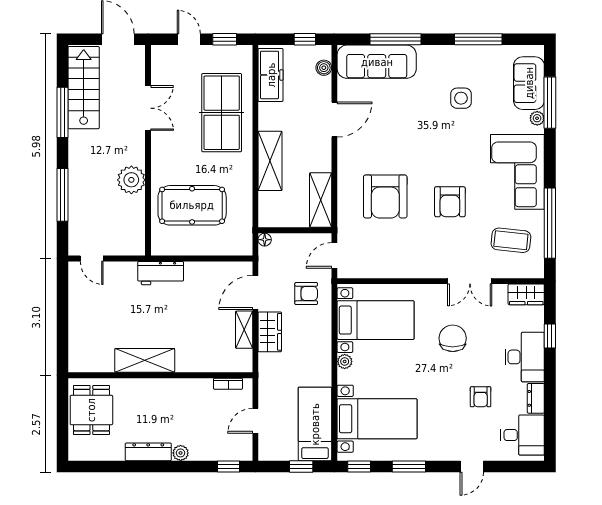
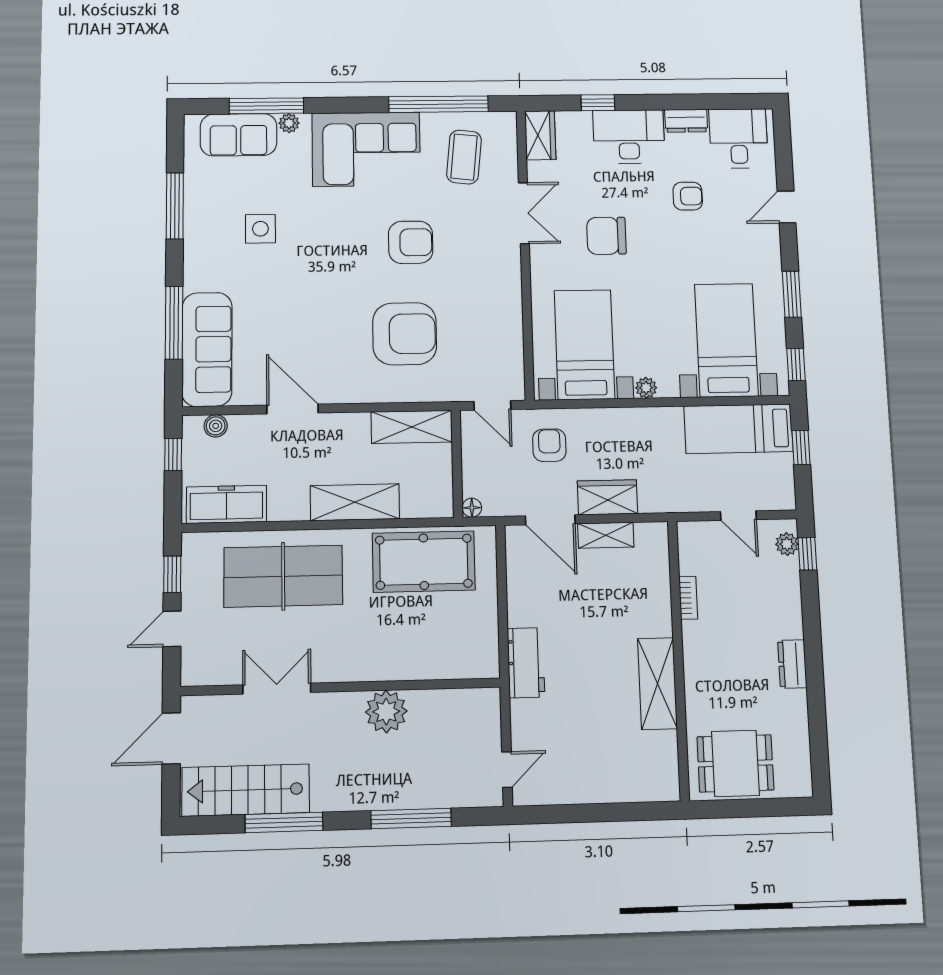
pool table: (192, 205) -> (424, 562), moved, turned 90
bookcase: (228, 384) -> (688, 598), moved
dresser: (148, 452) -> (792, 664), width x0.70
plant: (181, 453) -> (787, 544), moved
door: (472, 466) -> (787, 207), swing flipped

